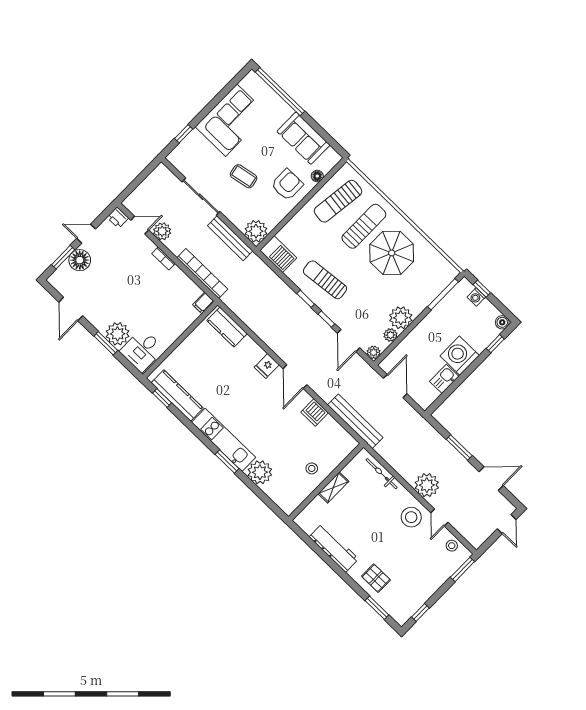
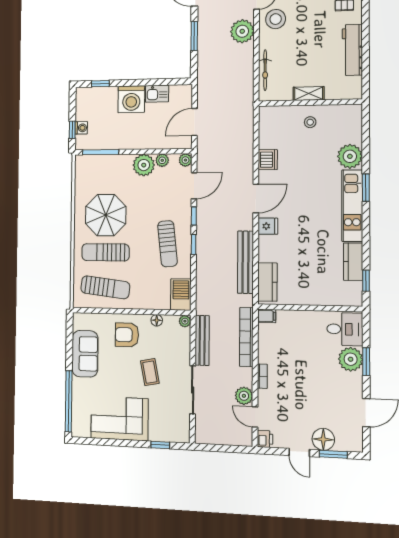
floor lamp: (317, 176) -> (157, 320), moved
plant: (256, 231) -> (185, 321), width x0.53, depth x0.53
boiler: (502, 322) -> (82, 93), removed
kitchen counter: (177, 396) -> (353, 262), width x0.67
bench: (355, 421) -> (245, 262), moved

